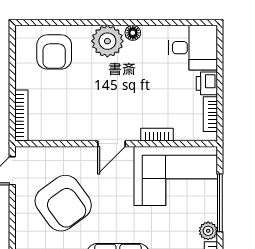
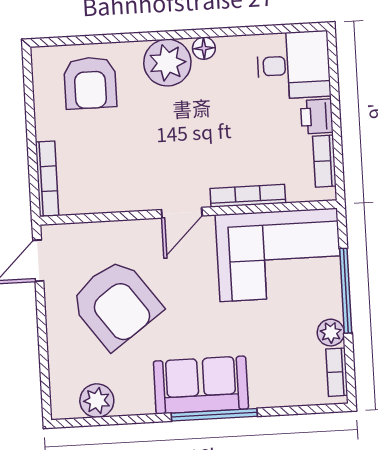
bookcase: (157, 135) -> (248, 196), width x1.56

